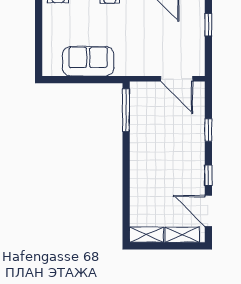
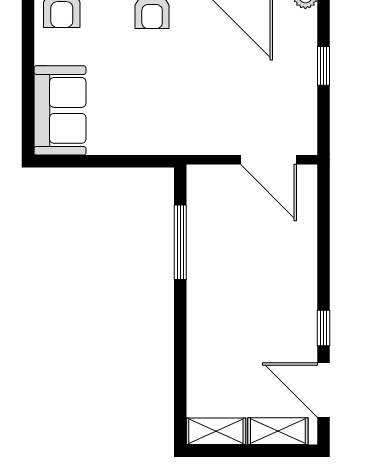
sofa: (88, 61) -> (60, 110), moved, turned 90
window: (126, 110) -> (180, 242), moved
window: (208, 130) -> (323, 249), removed

